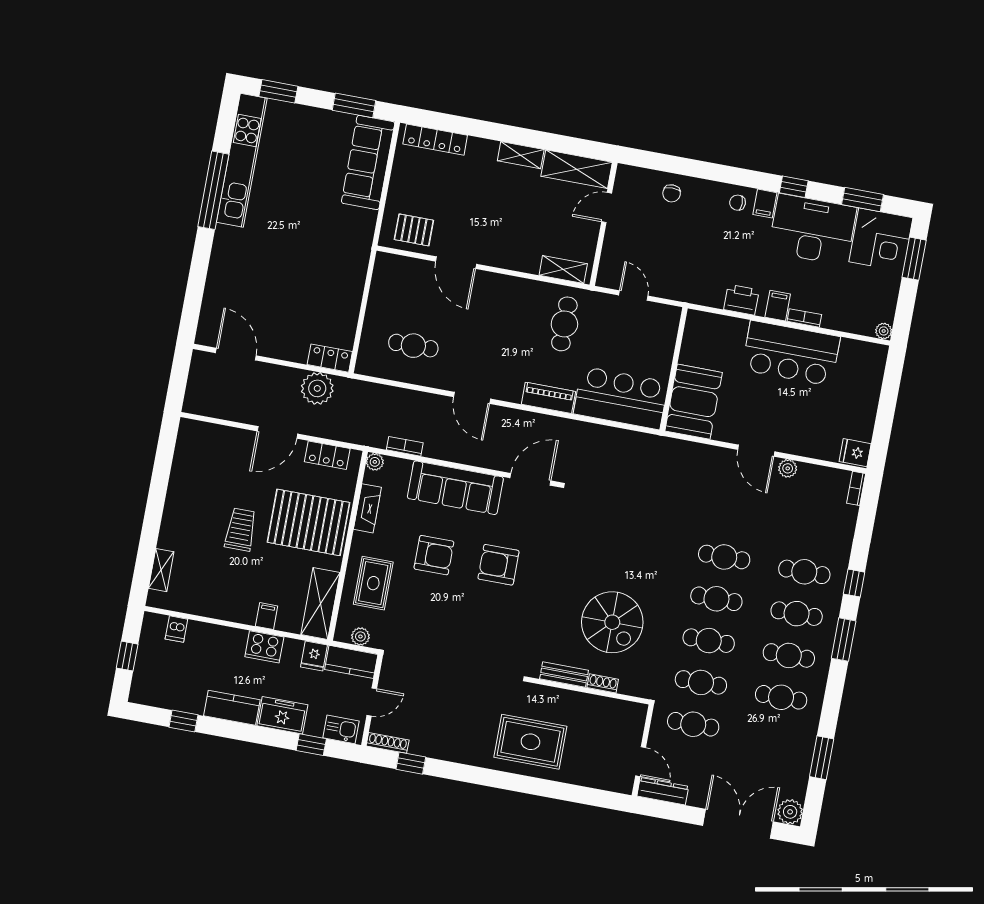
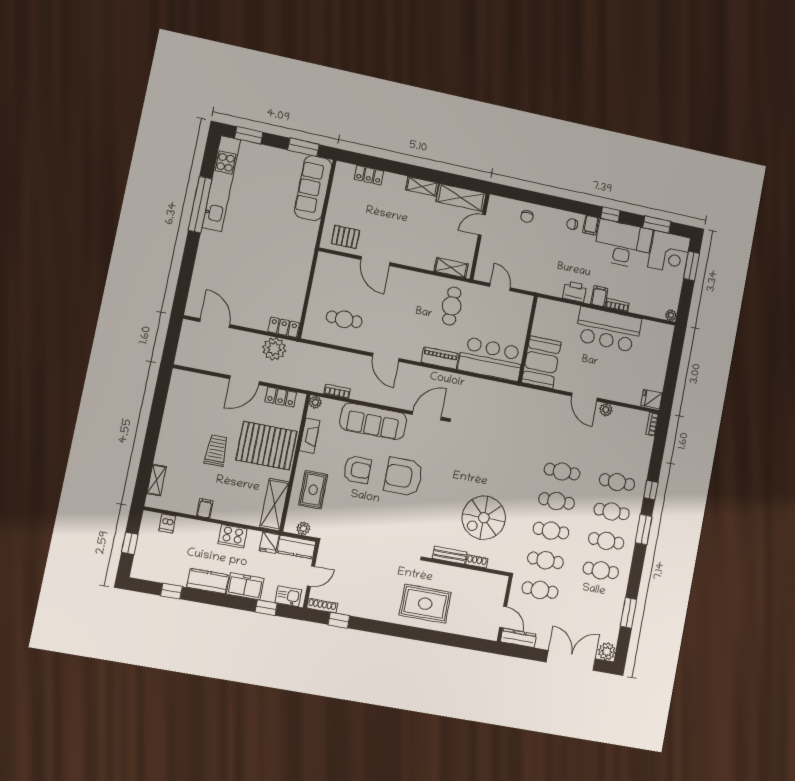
locker: (435, 140) -> (369, 175), width x0.66
armchair: (499, 565) -> (404, 477), width x1.36, depth x1.36
filing cabinet: (267, 616) -> (205, 508), moved
spiral stairs: (612, 622) -> (484, 518), turned 90

